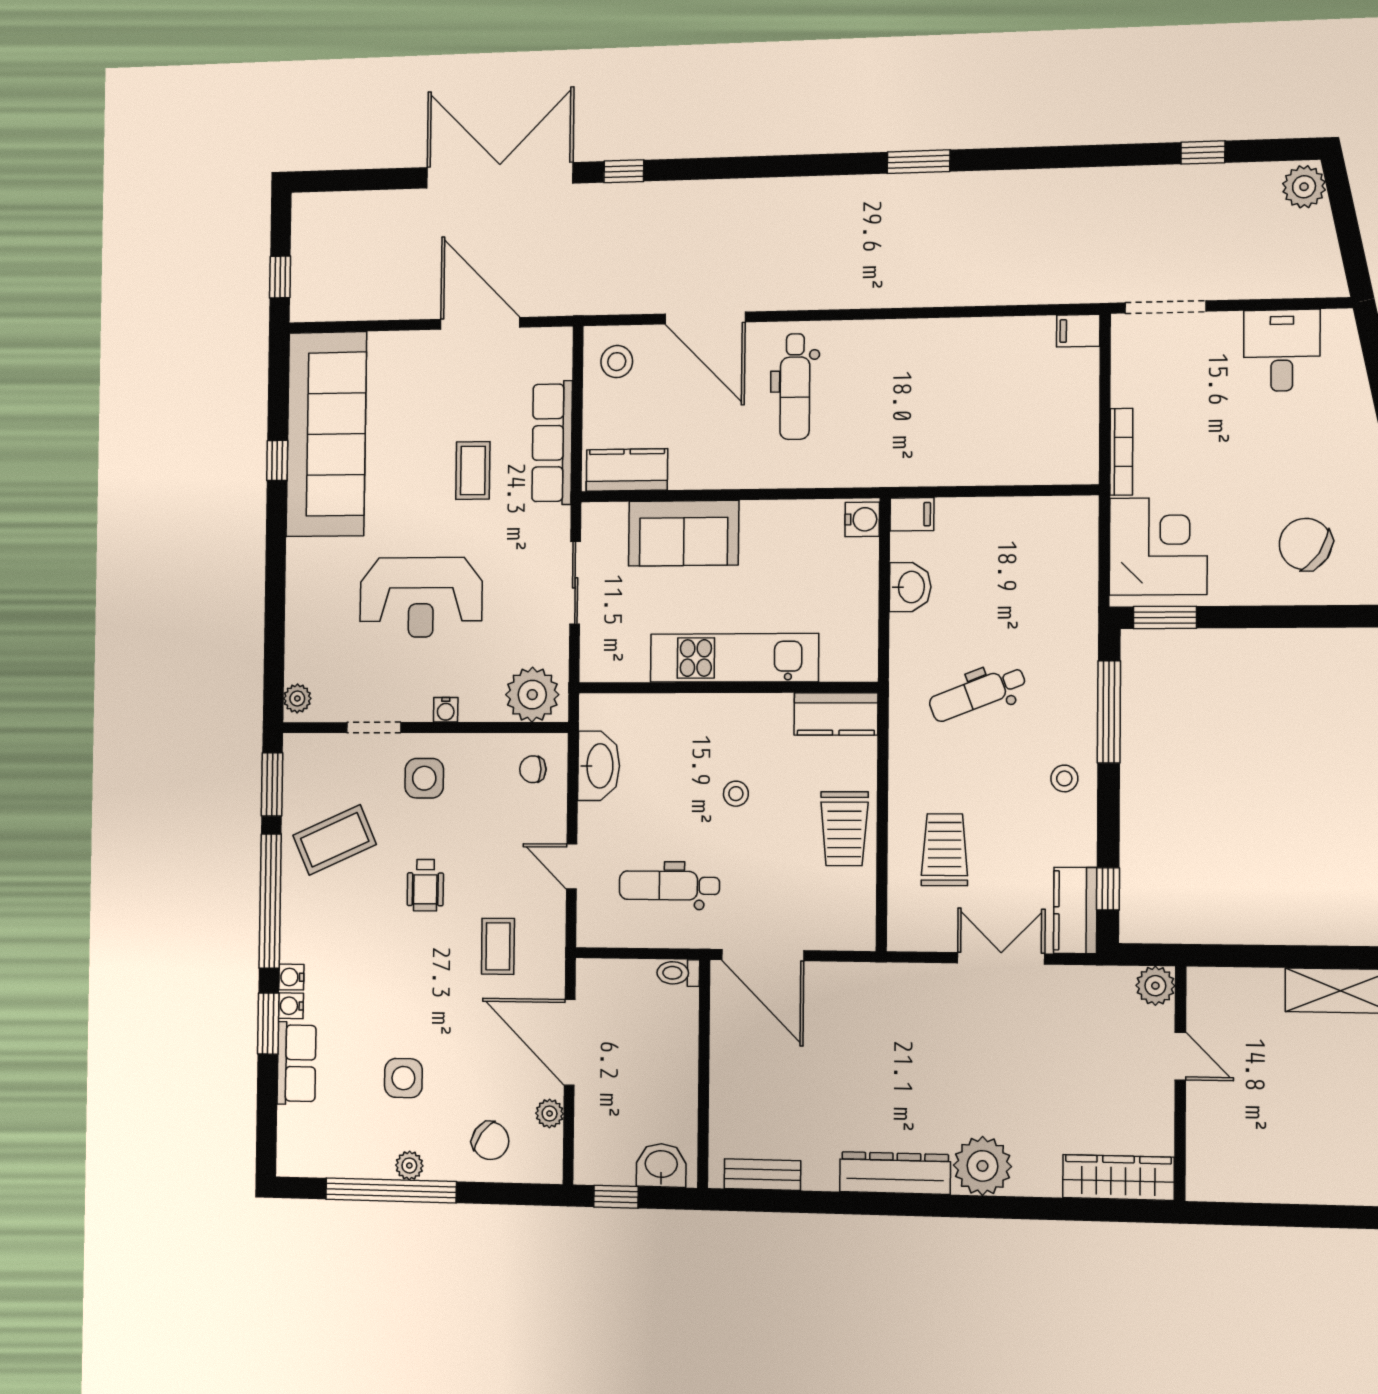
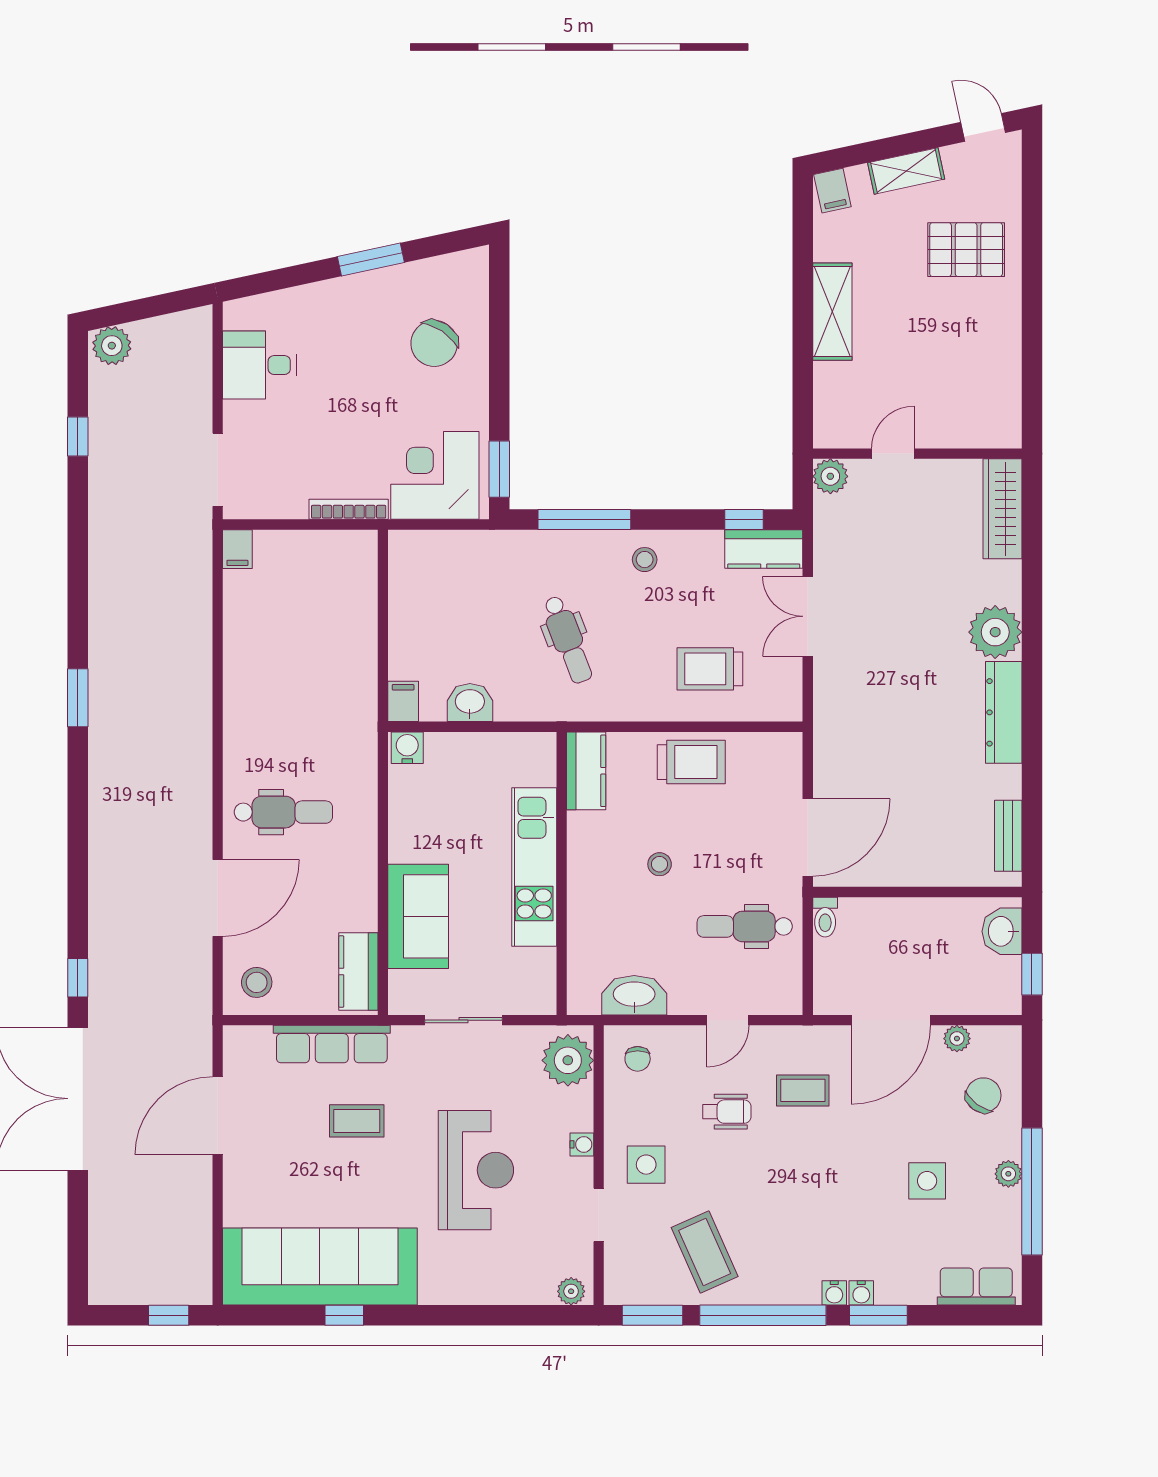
wheelchair: (425, 885) -> (727, 1112), moved
dental chair: (669, 886) -> (745, 926), turned 90
row of seats: (297, 1063) -> (976, 1286), moved

